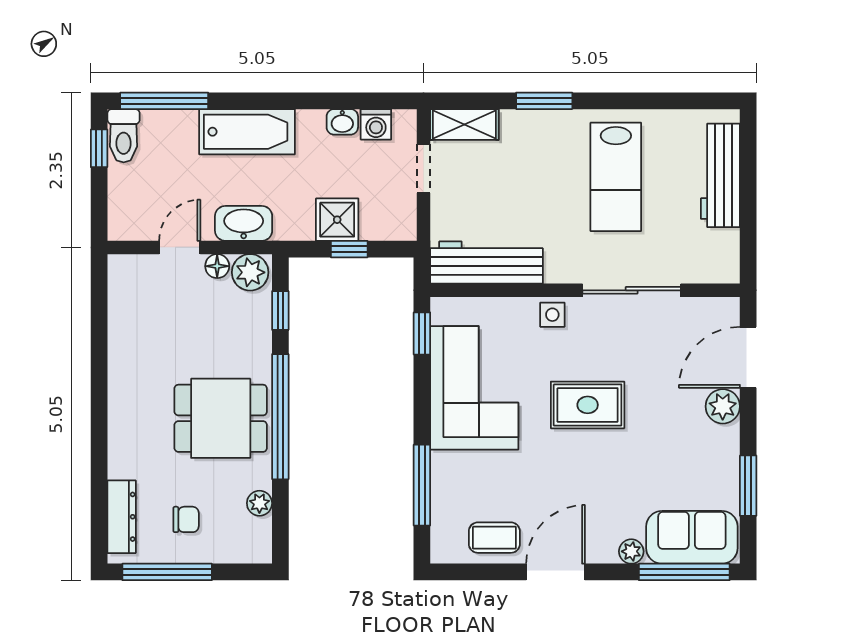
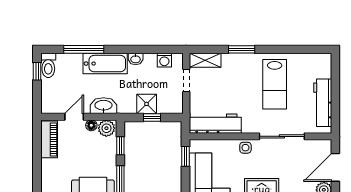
window: (164, 101) -> (84, 49), moved
washbasin: (342, 122) -> (136, 59), moved
workbench: (720, 175) -> (323, 103), moved
piano: (125, 297) -> (49, 139), added

